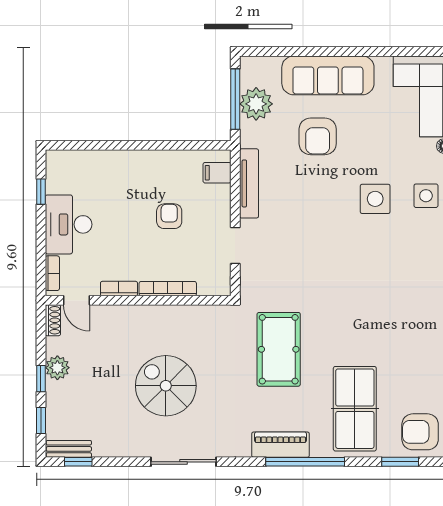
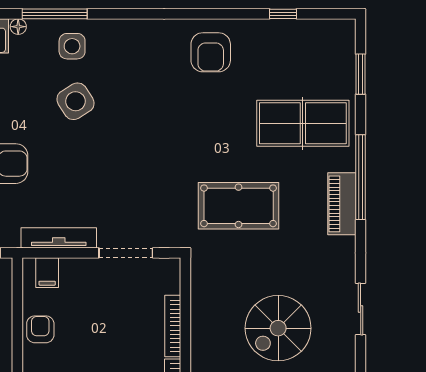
side table: (375, 199) -> (75, 101), turned -32
armchair: (169, 216) -> (40, 329), moved, turned 90
doorway: (235, 245) -> (126, 253), width x1.38
armchair: (420, 432) -> (211, 52), moved
sliding door: (184, 462) -> (361, 309), width x0.73

